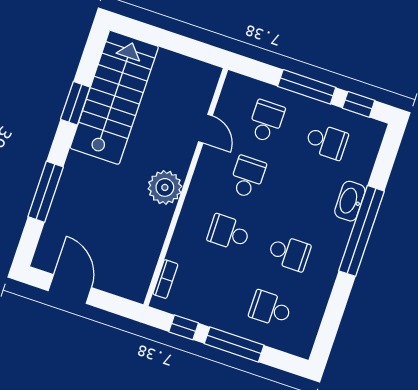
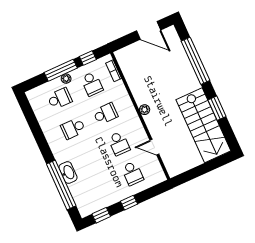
window: (307, 87) -> (129, 203), width x0.46
school desk: (327, 141) -> (92, 84), moved, turned -90
plant: (165, 187) -> (145, 110), width x0.53, depth x0.53
window: (46, 192) -> (195, 61), width x1.46
window: (361, 231) -> (61, 185), moved
plant: (237, 327) -> (66, 79), added

